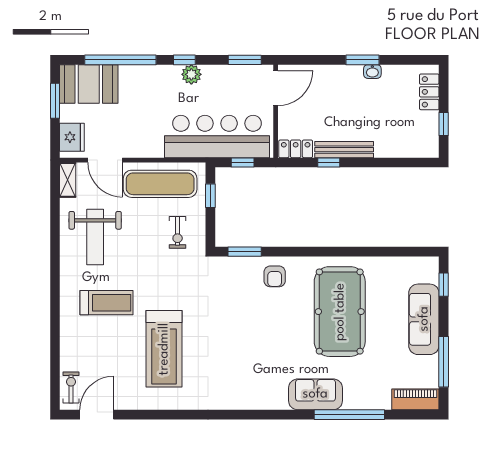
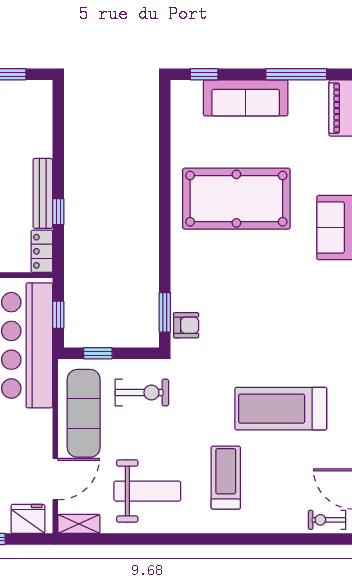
exercise bike: (178, 232) -> (142, 393), width x1.38, depth x1.39
armchair: (275, 276) -> (186, 325), moved
treadmill: (164, 349) -> (281, 409), turned 180

